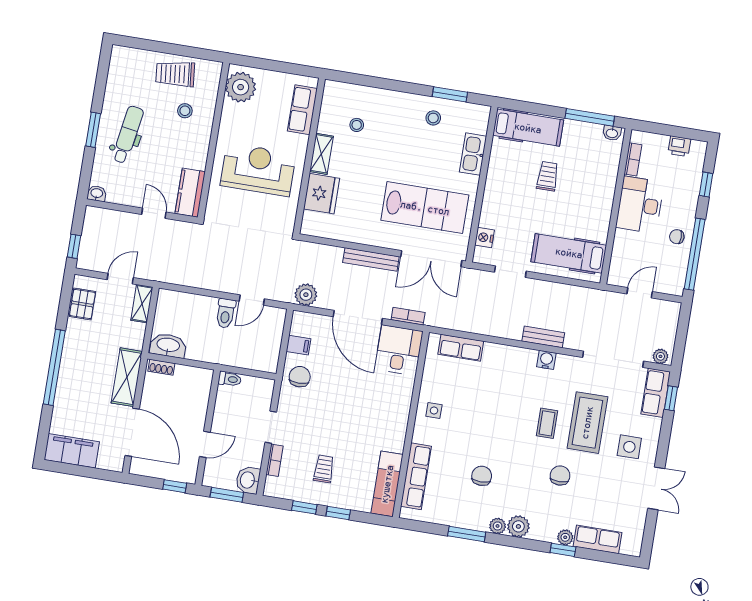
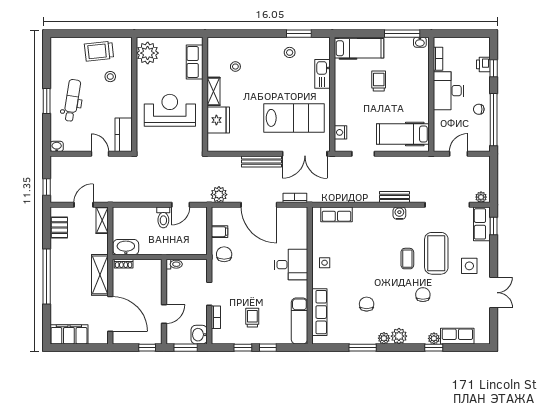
printer: (679, 146) -> (483, 64), moved, turned 90
desk: (399, 350) -> (291, 265), moved, turned 90

